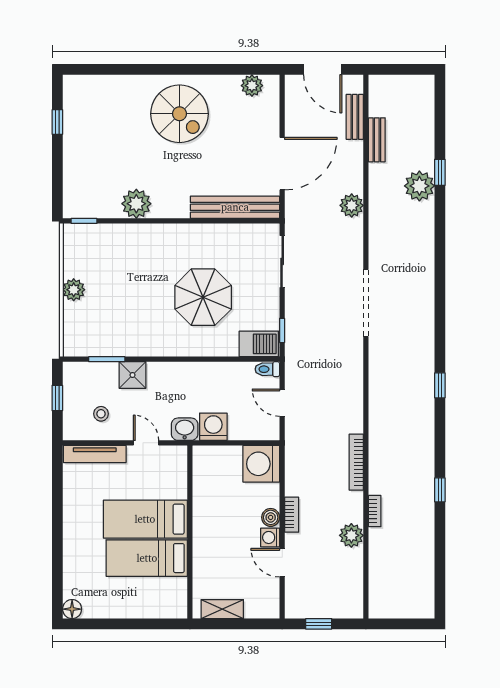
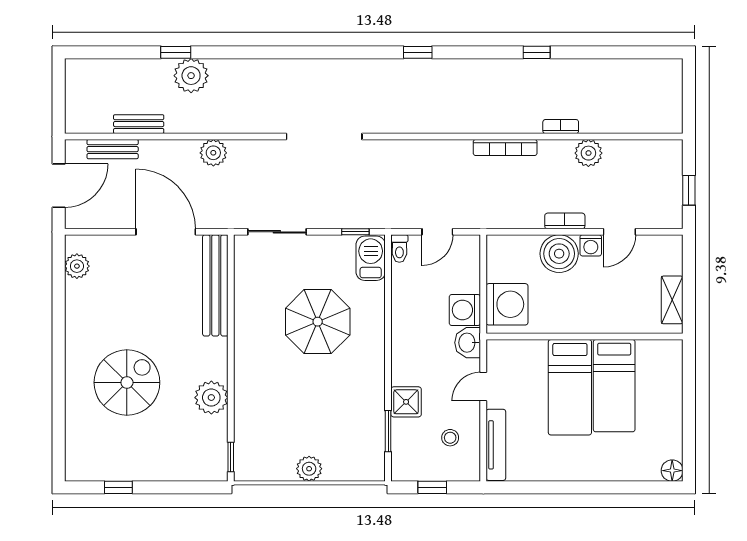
spiral stairs: (180, 114) -> (127, 382), moved
washing machine: (261, 464) -> (507, 304), moved, turned -90
boiler: (271, 517) -> (559, 254), width x1.86, depth x1.86

